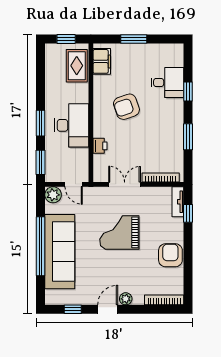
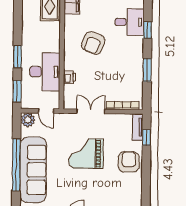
armchair: (126, 107) -> (93, 43), turned -49
desk: (72, 125) -> (45, 72), moved
armchair: (170, 255) -> (129, 162), moved

